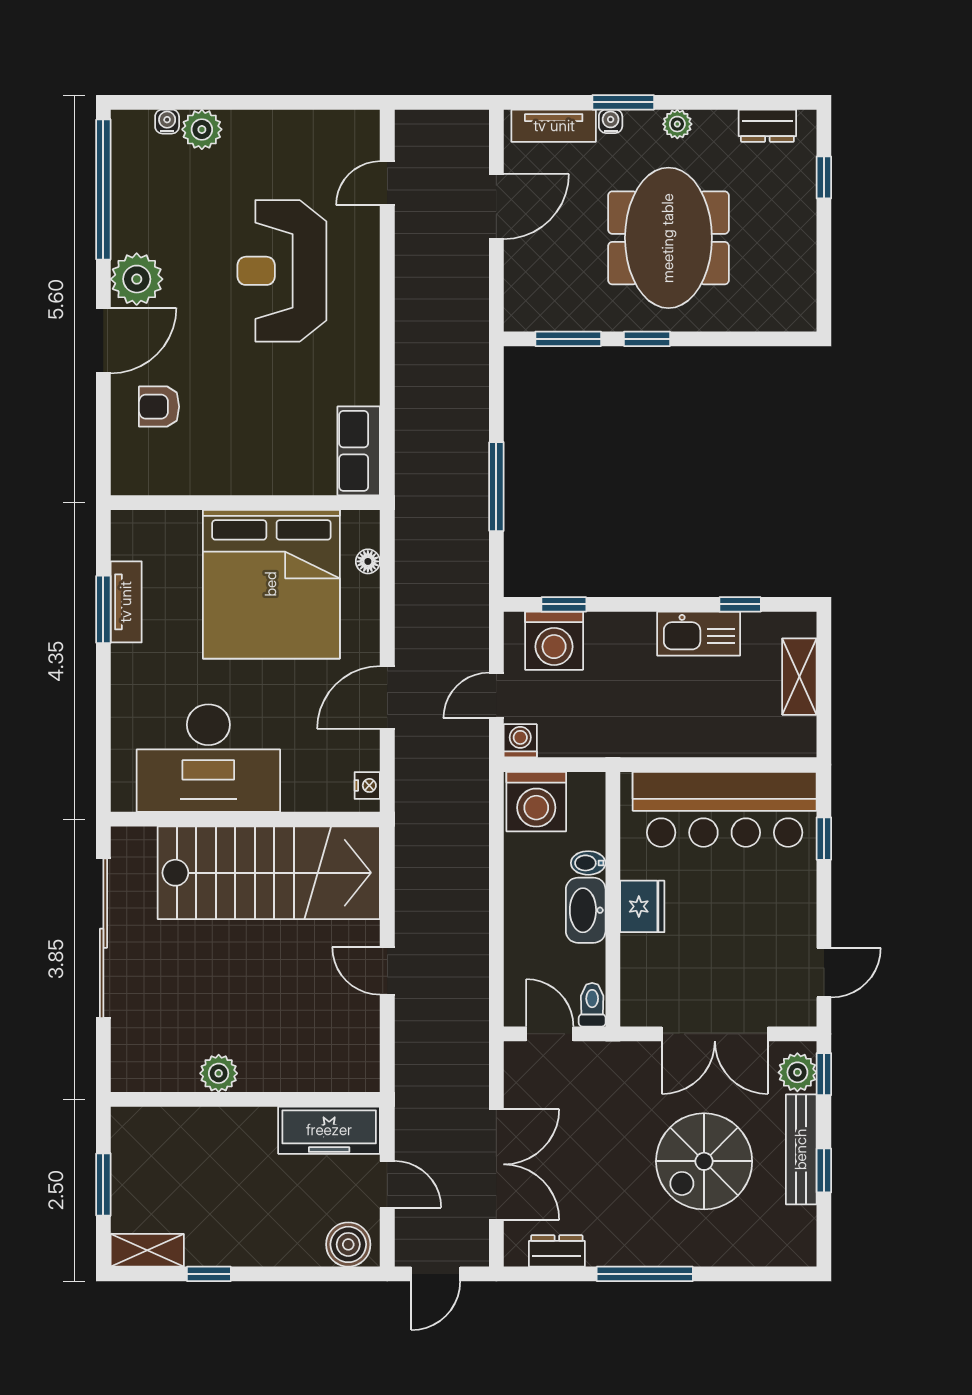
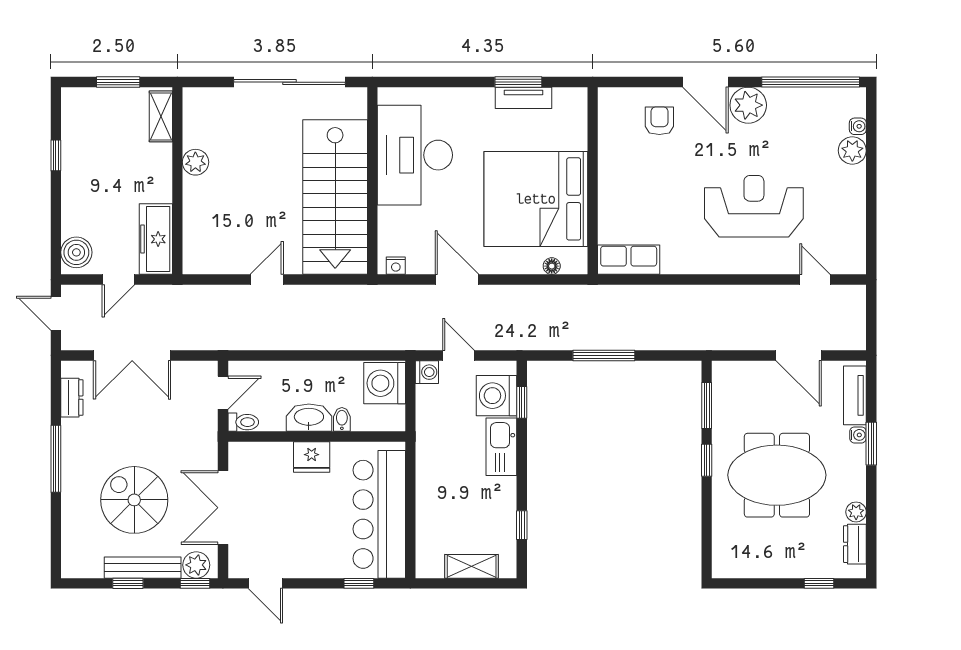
plant: (677, 124) -> (856, 512), moved
kitchen sink: (699, 634) -> (501, 447), moved
shelving: (147, 1250) -> (161, 116), moved

